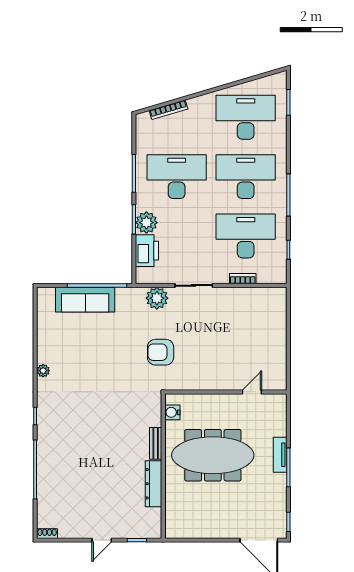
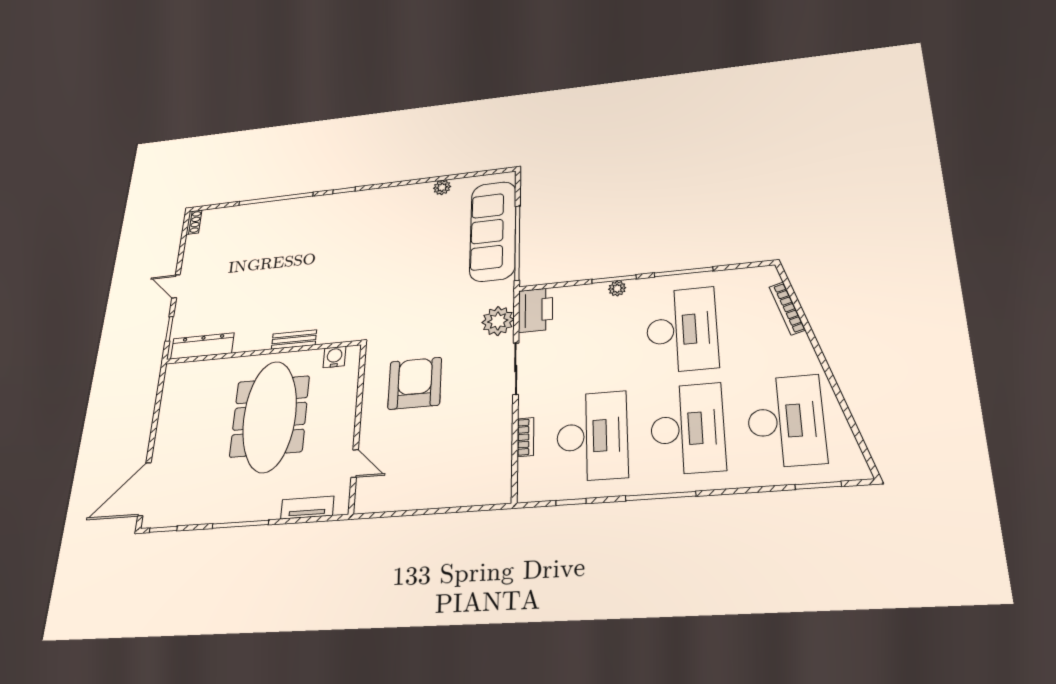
plant: (146, 223) -> (617, 289), width x0.53, depth x0.53
printer: (147, 251) -> (535, 310), moved, turned -90
sofa: (85, 300) -> (493, 231), width x1.36, depth x1.27
armchair: (161, 352) -> (415, 383), moved, width x1.36, depth x1.36
plant: (43, 371) -> (442, 187), moved
tv unit: (280, 455) -> (307, 508), moved
dresser: (153, 484) -> (202, 346), moved

